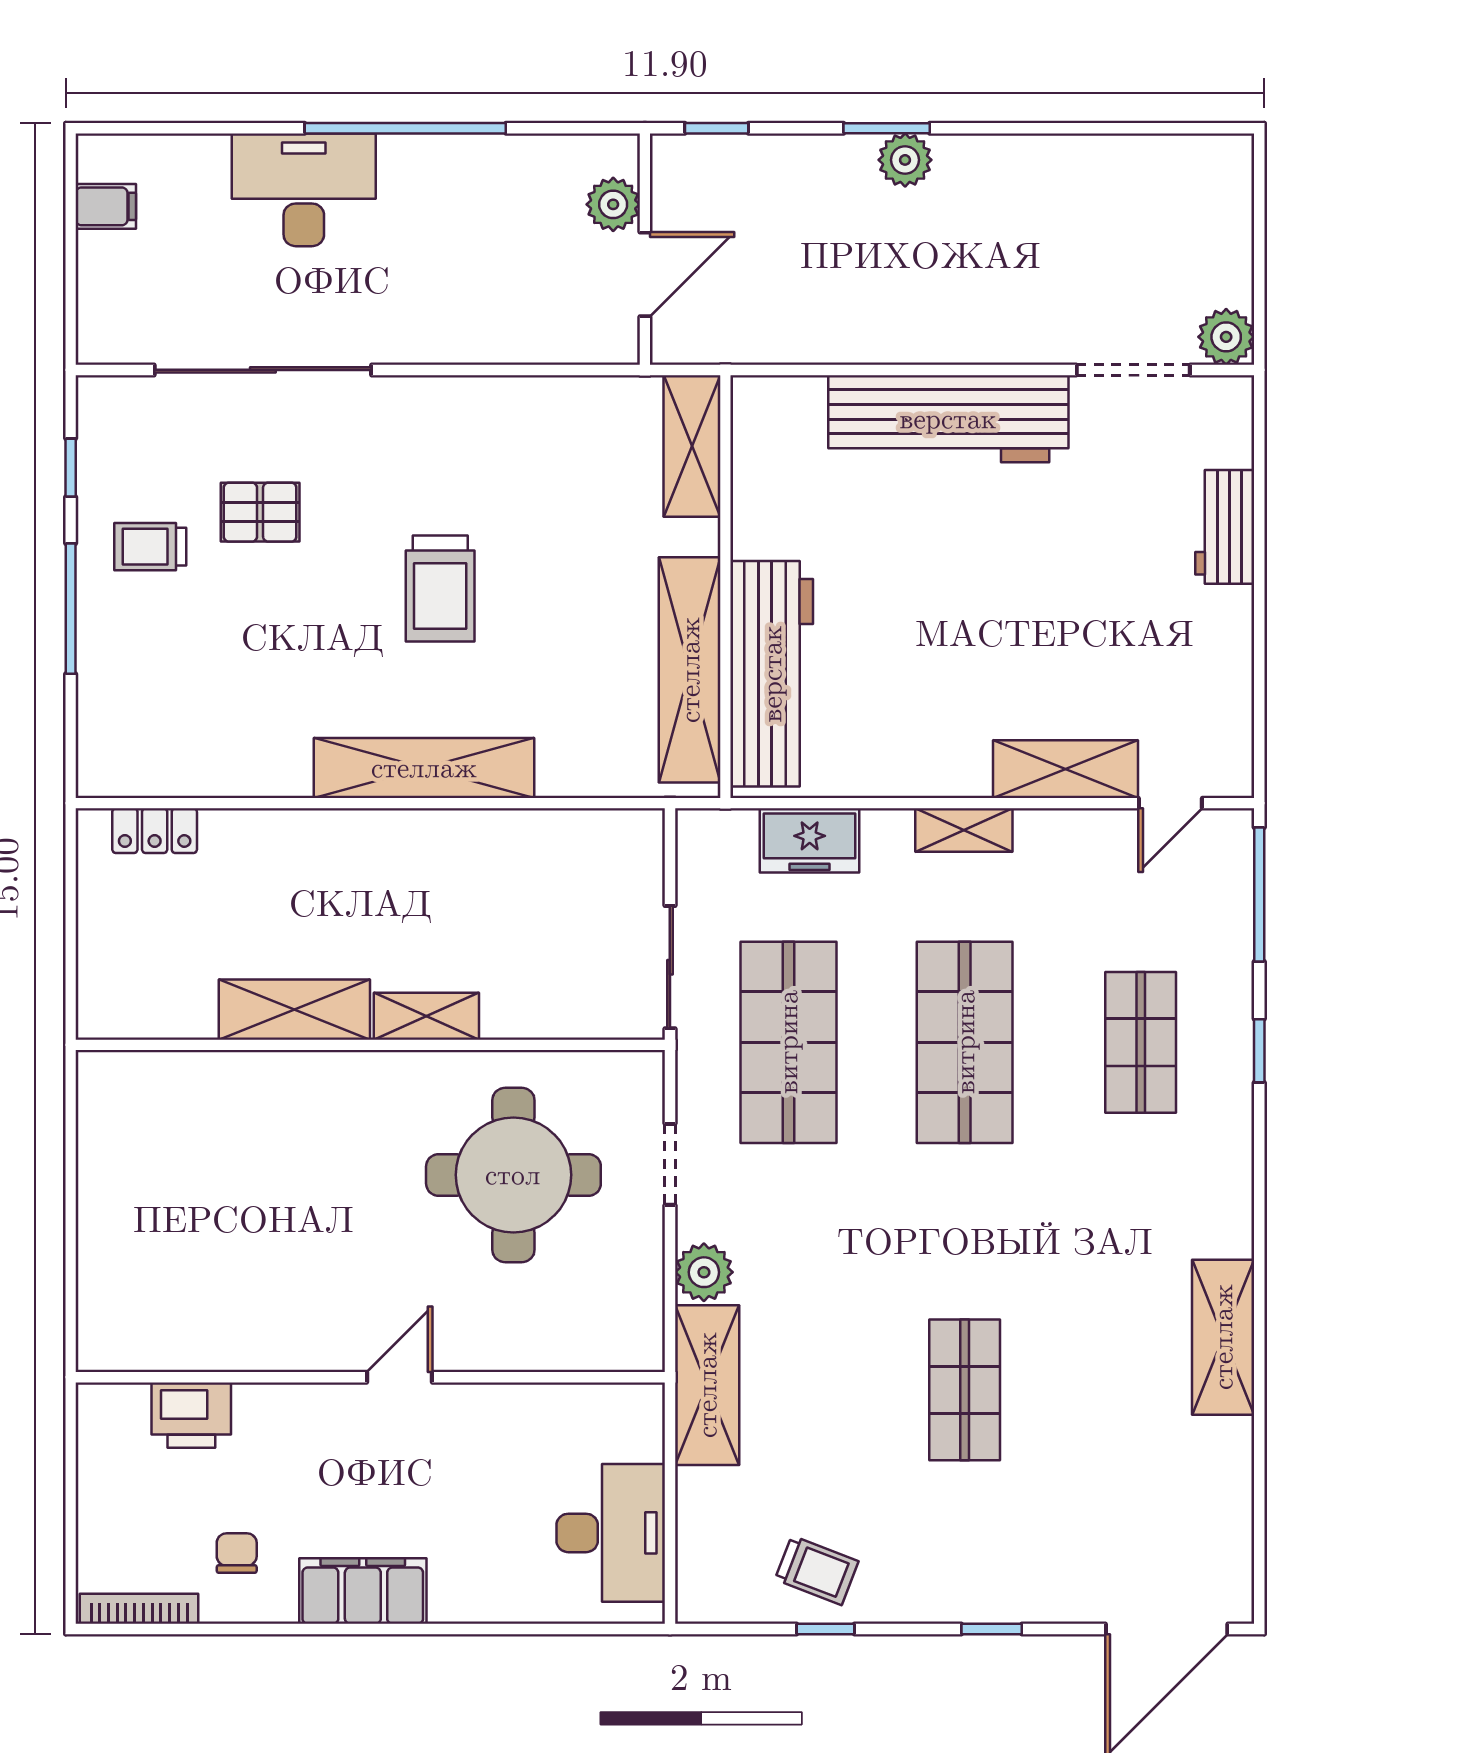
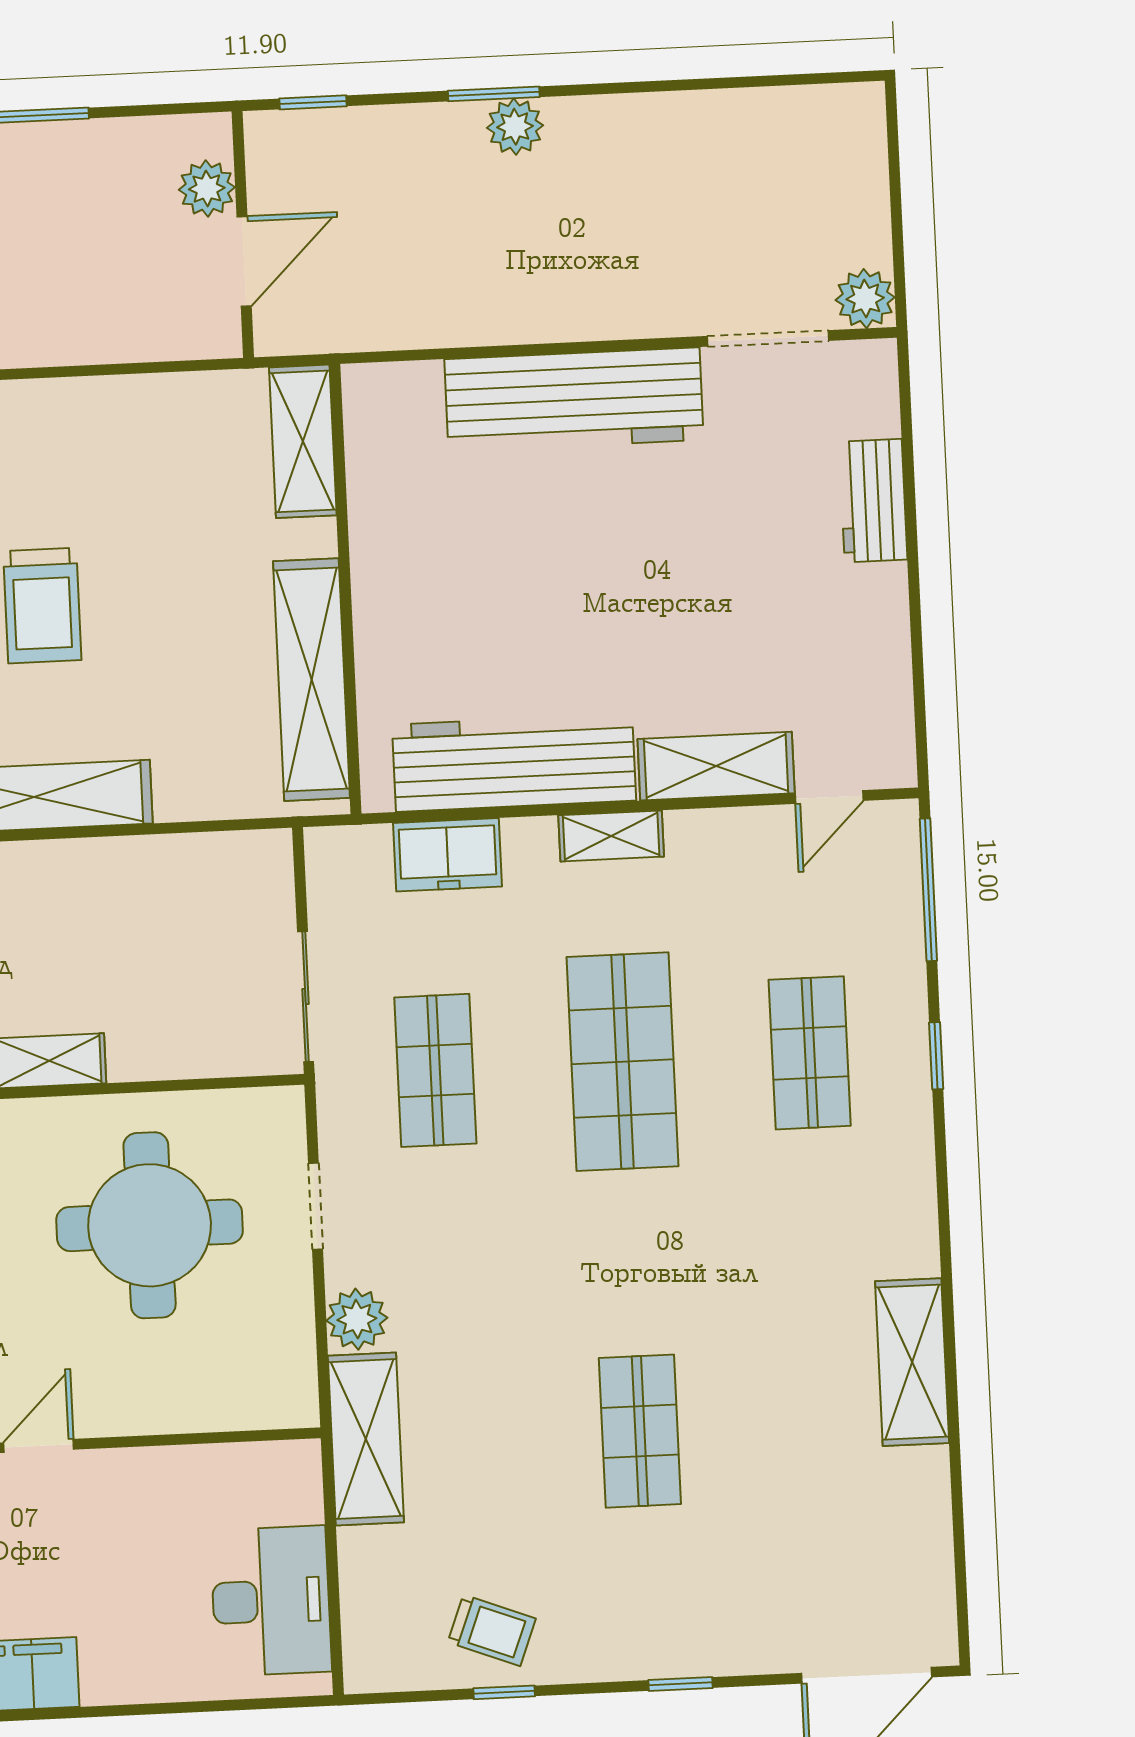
workbench: (772, 674) -> (514, 763), moved, turned -90
shop shelf: (788, 1042) -> (435, 1070), width x0.70, depth x0.74

